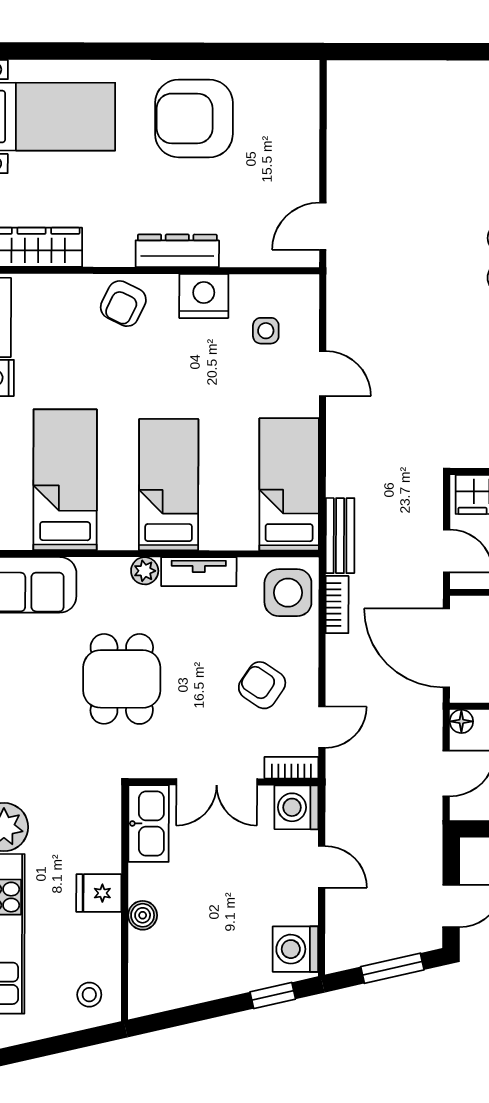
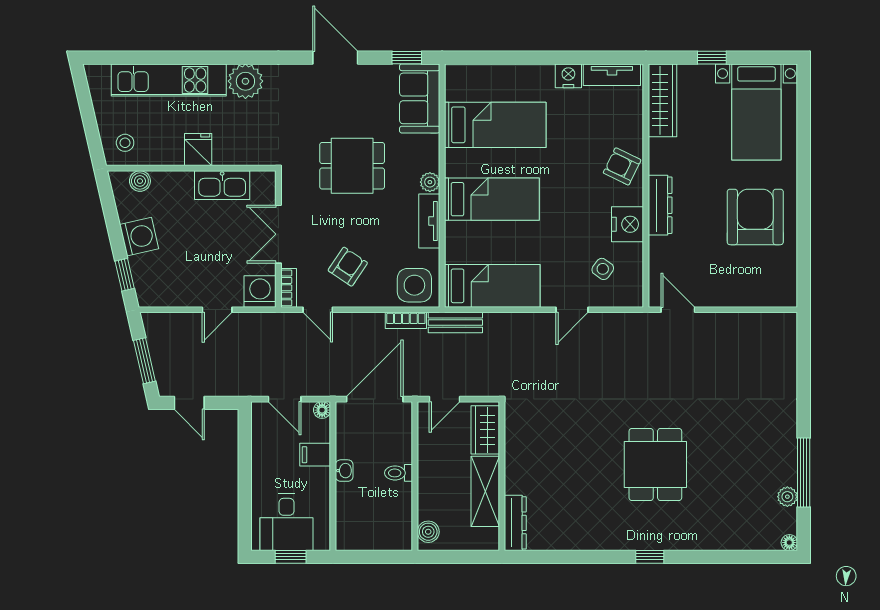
side table: (266, 331) -> (603, 269), turned 36
kitchen sink: (149, 823) -> (222, 185), moved
boiler: (143, 915) -> (140, 181), moved
washing machine: (295, 949) -> (139, 237), moved, turned 77

